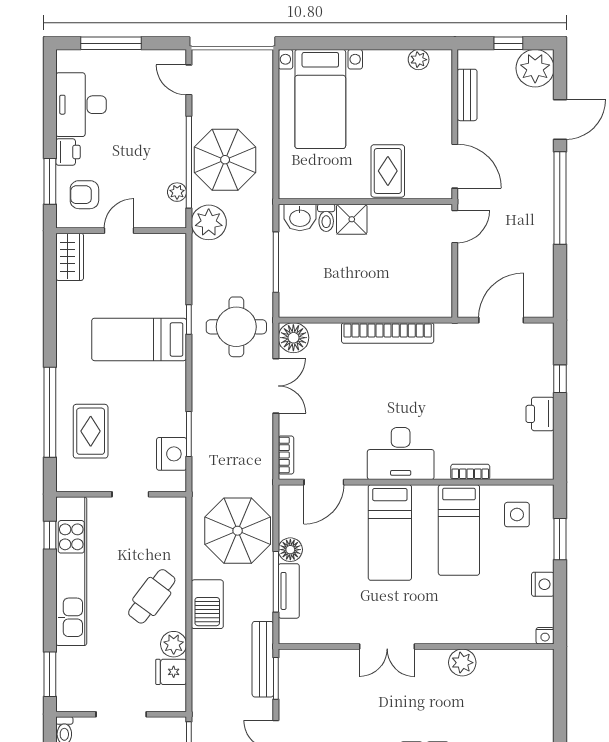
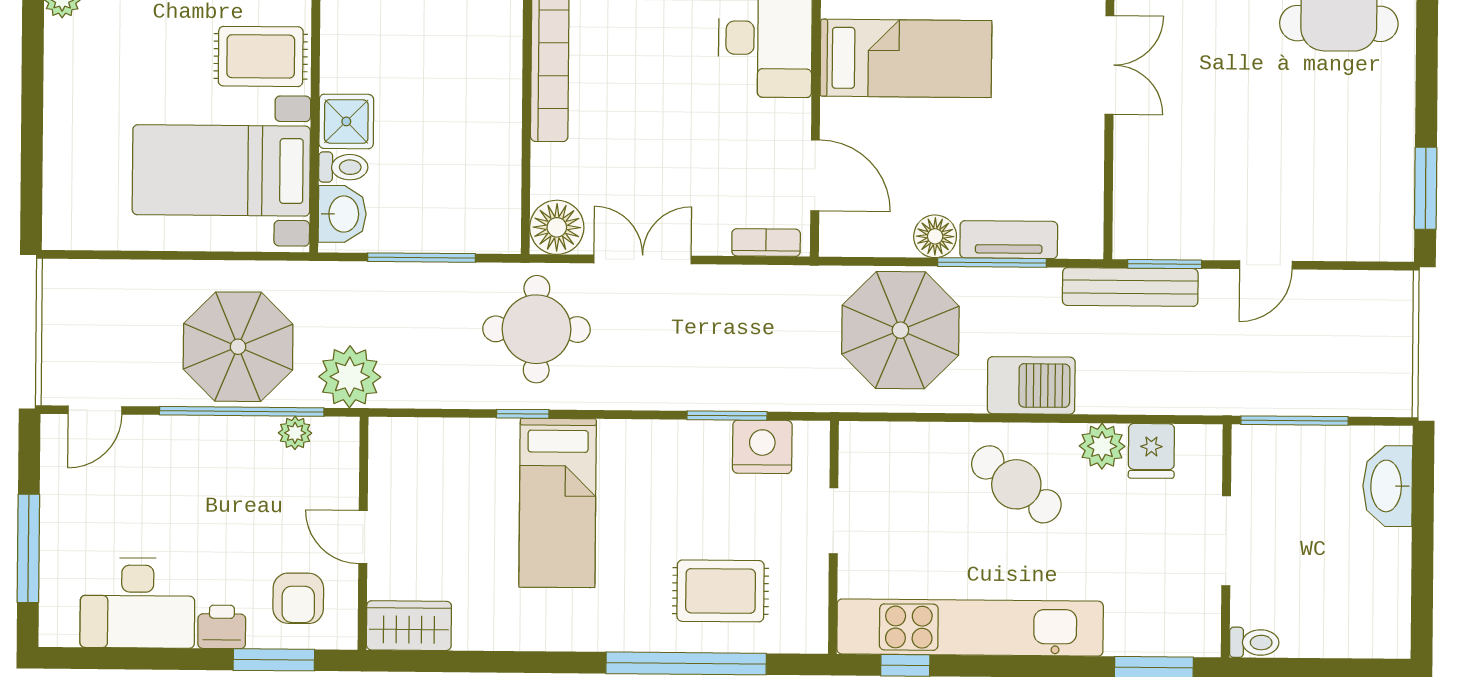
bed with nightstands: (320, 99) -> (221, 170), moved, turned 180

